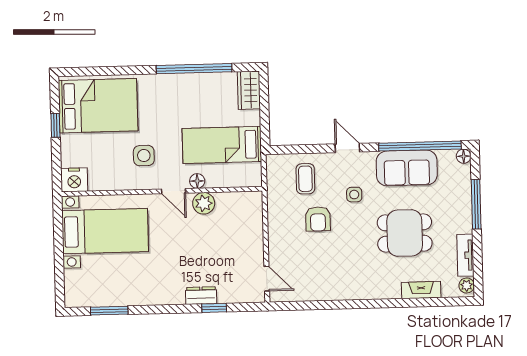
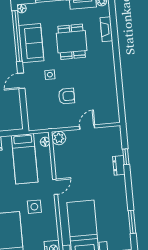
coffee table: (305, 179) -> (42, 106), removed
floor lamp: (197, 181) -> (45, 142), moved
plant: (204, 203) -> (59, 138), moved
door: (267, 279) -> (87, 127), moved

